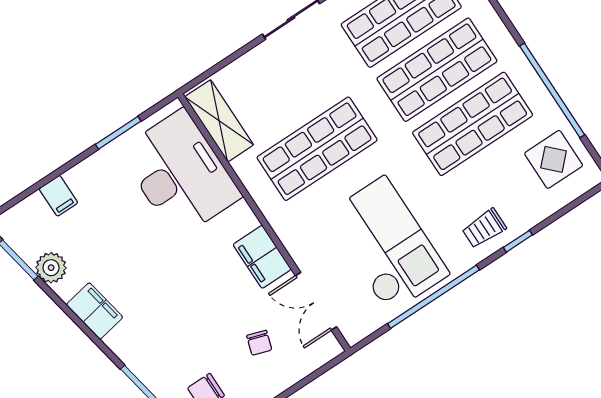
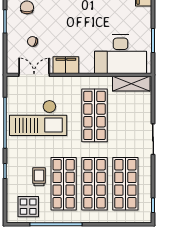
trolley: (484, 228) -> (39, 177), moved

